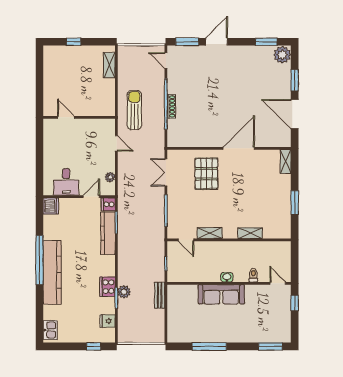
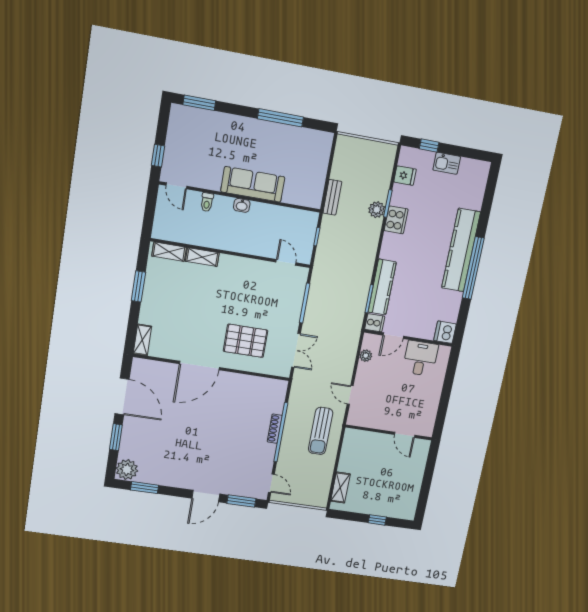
pallet: (206, 174) -> (246, 341), turned 90
shelving: (210, 233) -> (169, 252), moved
kitchen sink: (50, 330) -> (447, 163), moved, turned -90

